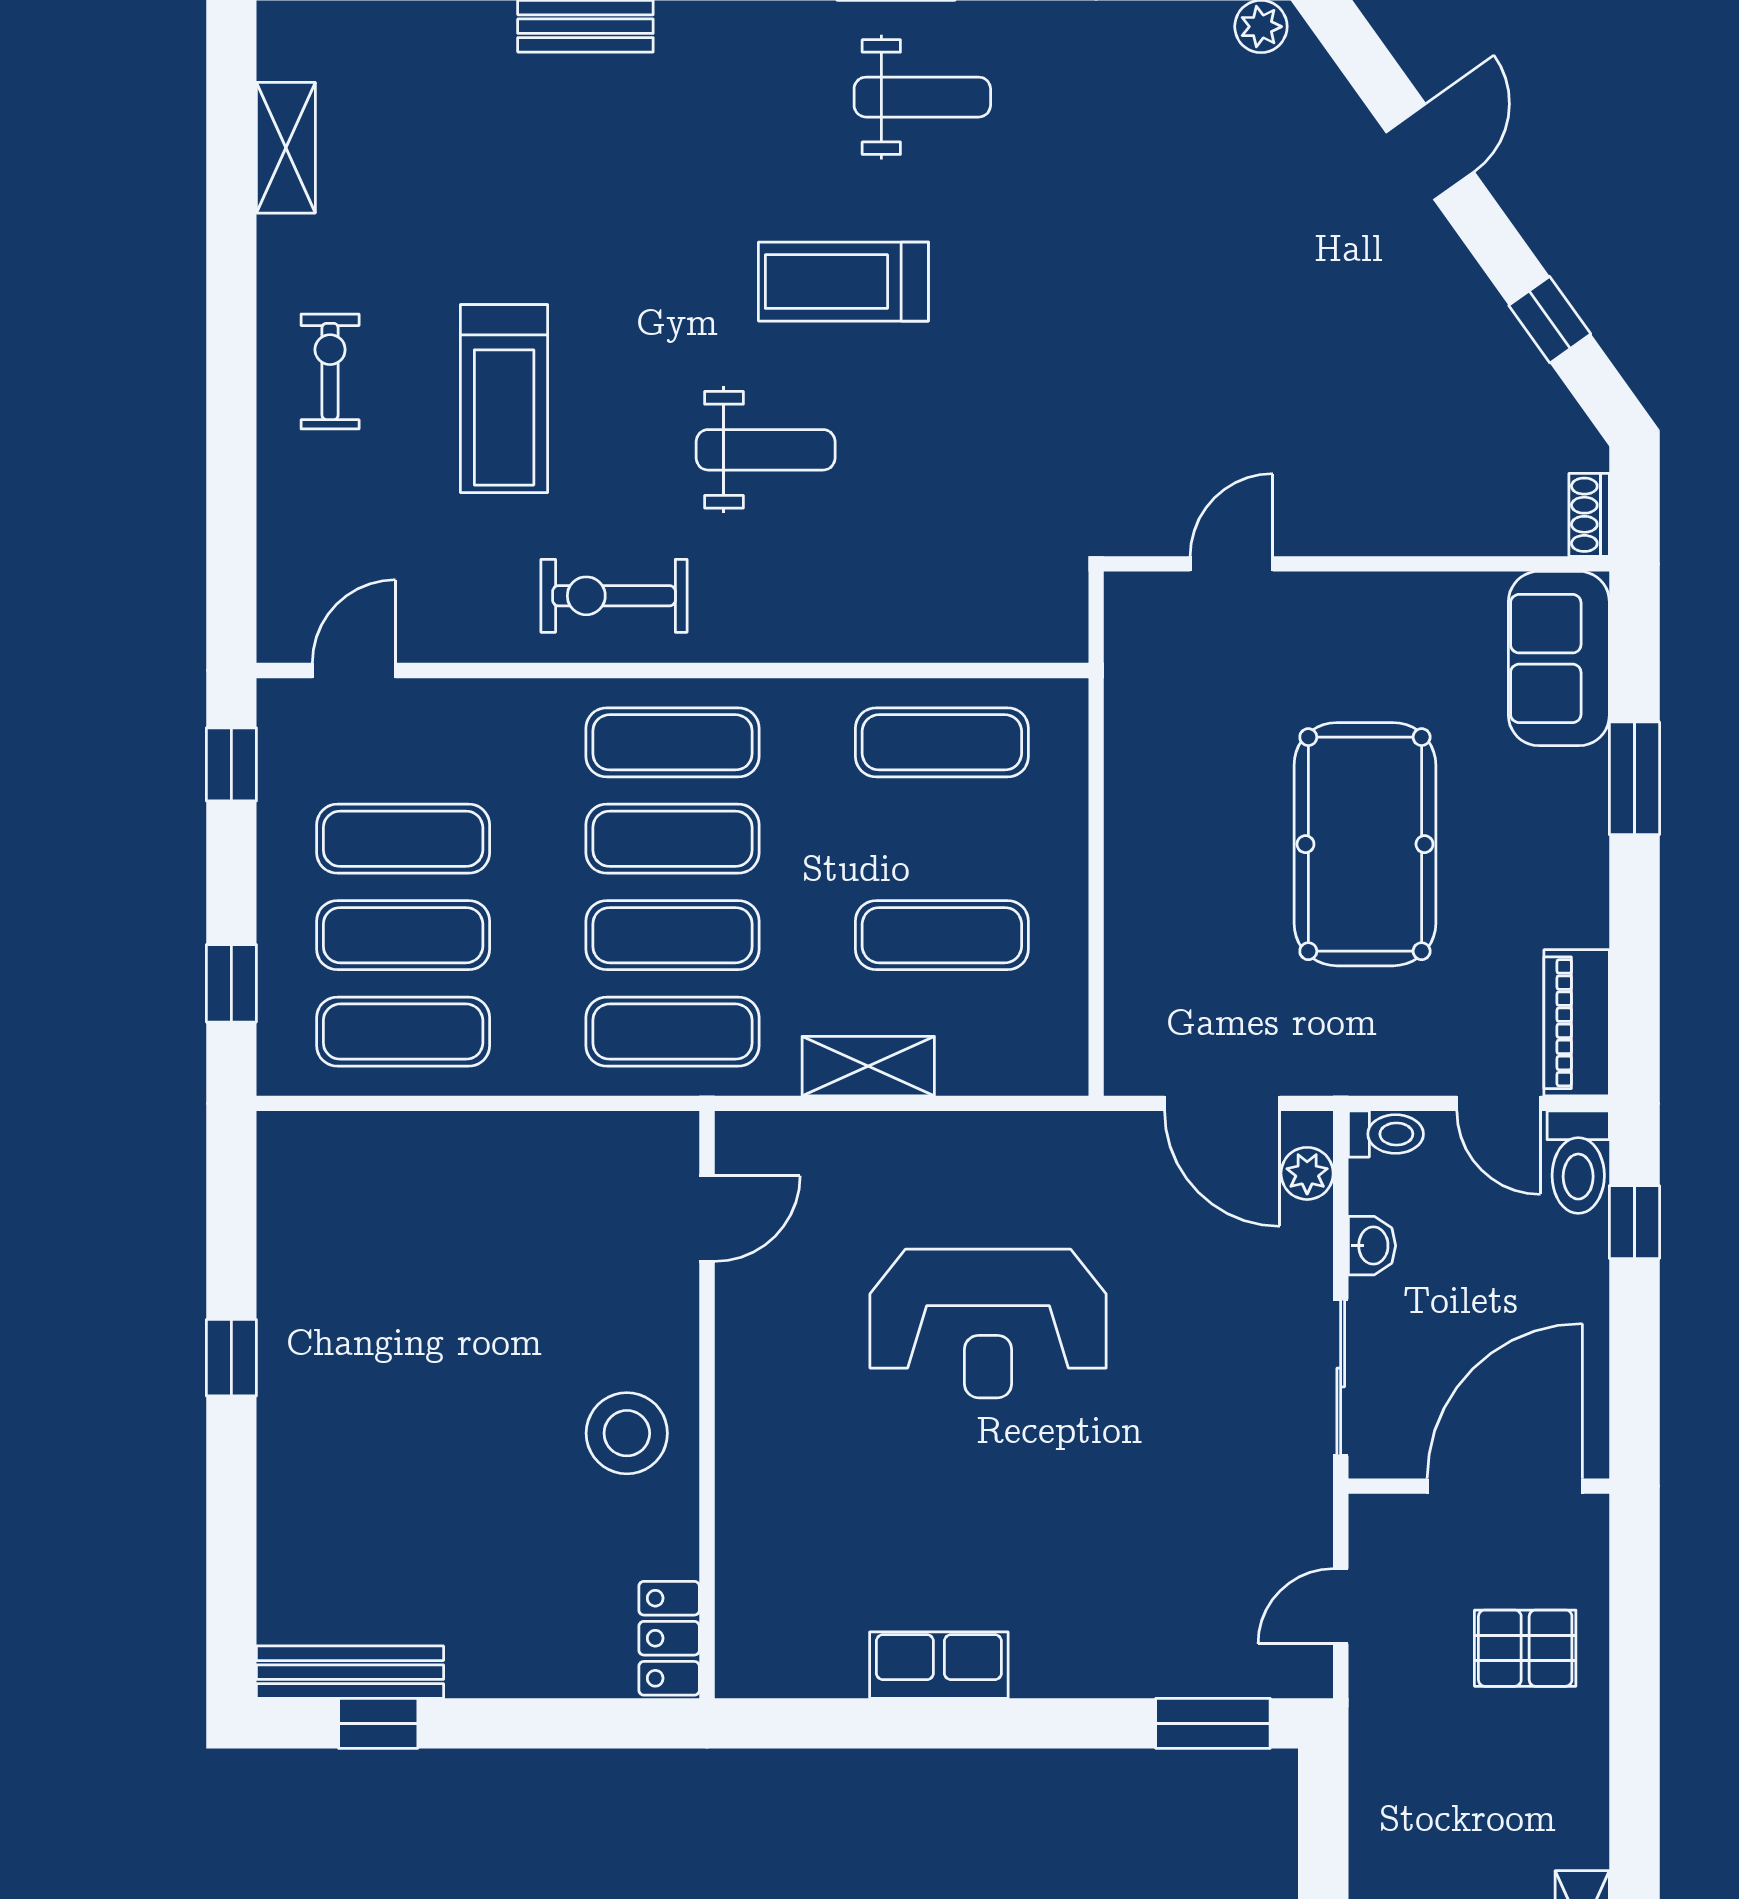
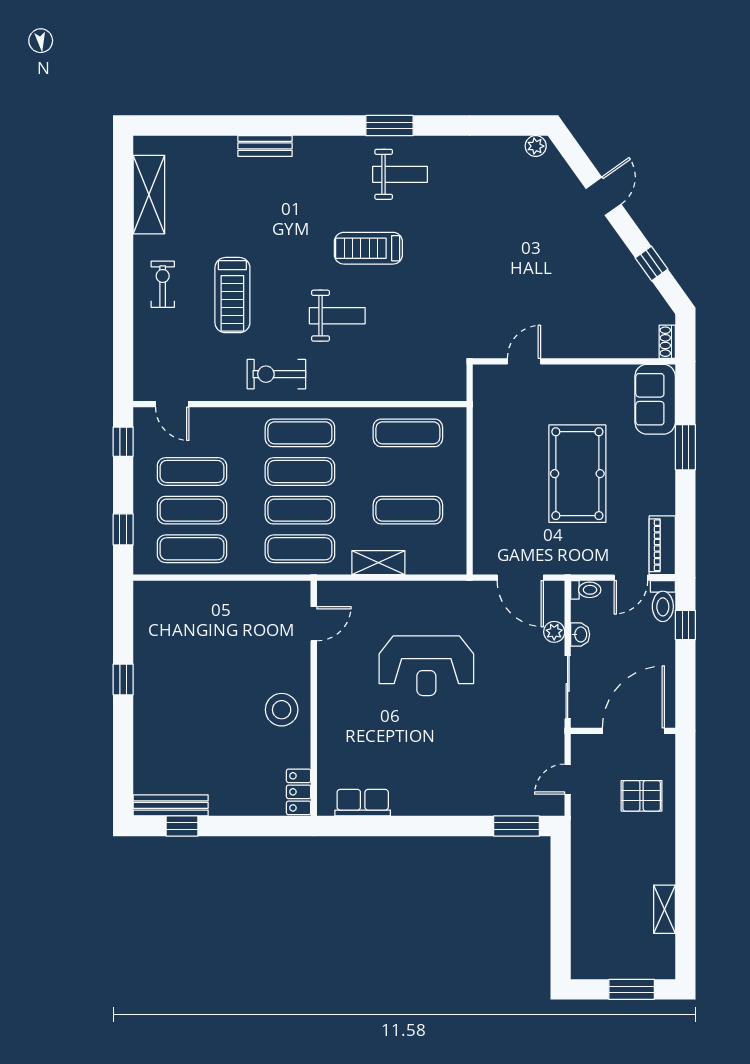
shelving: (286, 148) -> (149, 195), width x1.50, depth x1.33
door: (354, 670) -> (172, 404), swing flipped
door: (1499, 1103) -> (631, 578), hinge flipped
plant: (1307, 1173) -> (554, 632), moved
row of seats: (939, 1665) -> (363, 803), moved

